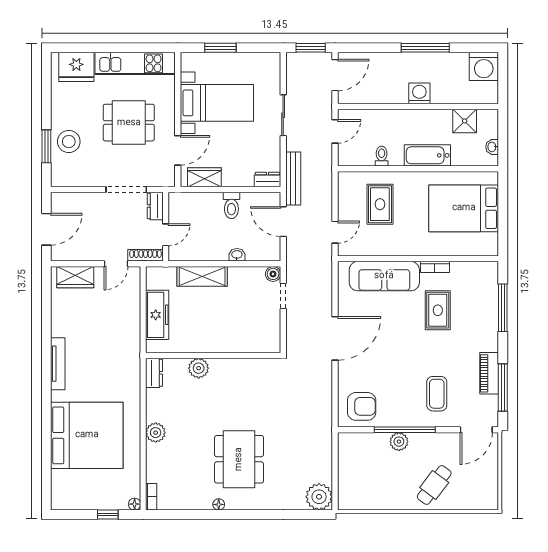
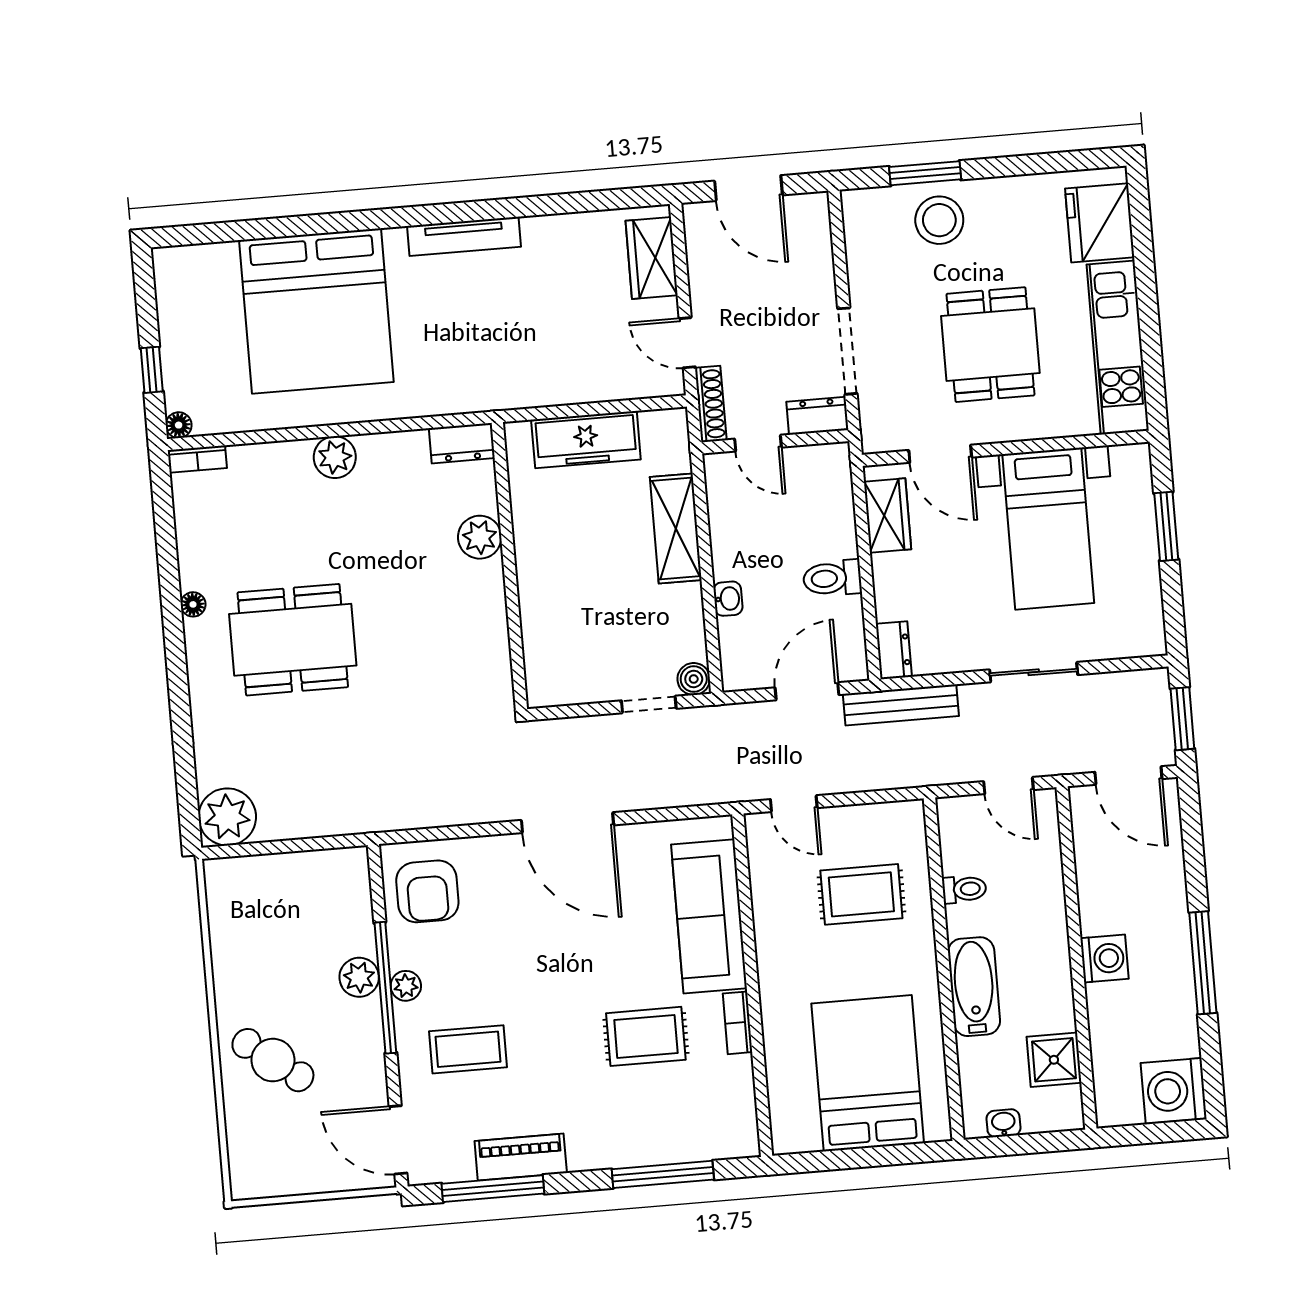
plant: (405, 420) -> (406, 986), added

